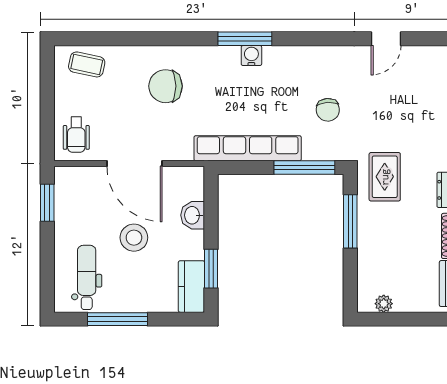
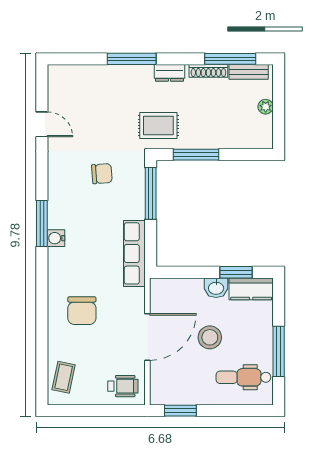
window: (245, 39) -> (42, 223), moved
row of seats: (248, 148) -> (134, 253), width x0.73
washbasin: (193, 215) -> (216, 288), moved
plant: (384, 304) -> (266, 107), moved

